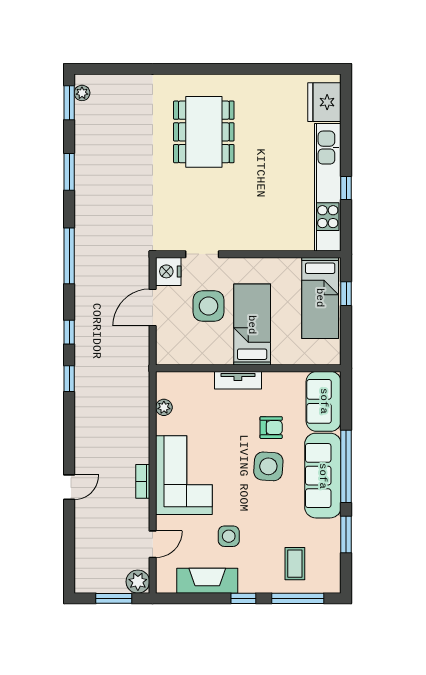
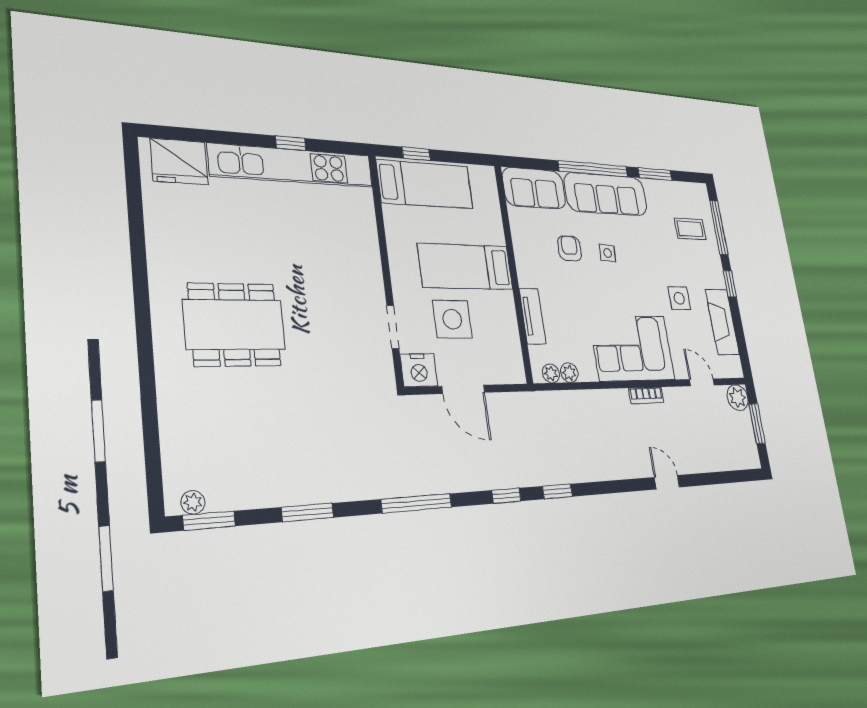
tv unit: (238, 380) -> (532, 316), moved
plant: (164, 390) -> (551, 373), added
side table: (268, 466) -> (607, 253), width x0.54, depth x0.54

